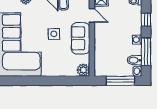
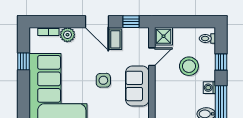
door: (92, 15) -> (152, 57), hinge flipped
stool: (121, 23) -> (189, 66), added

